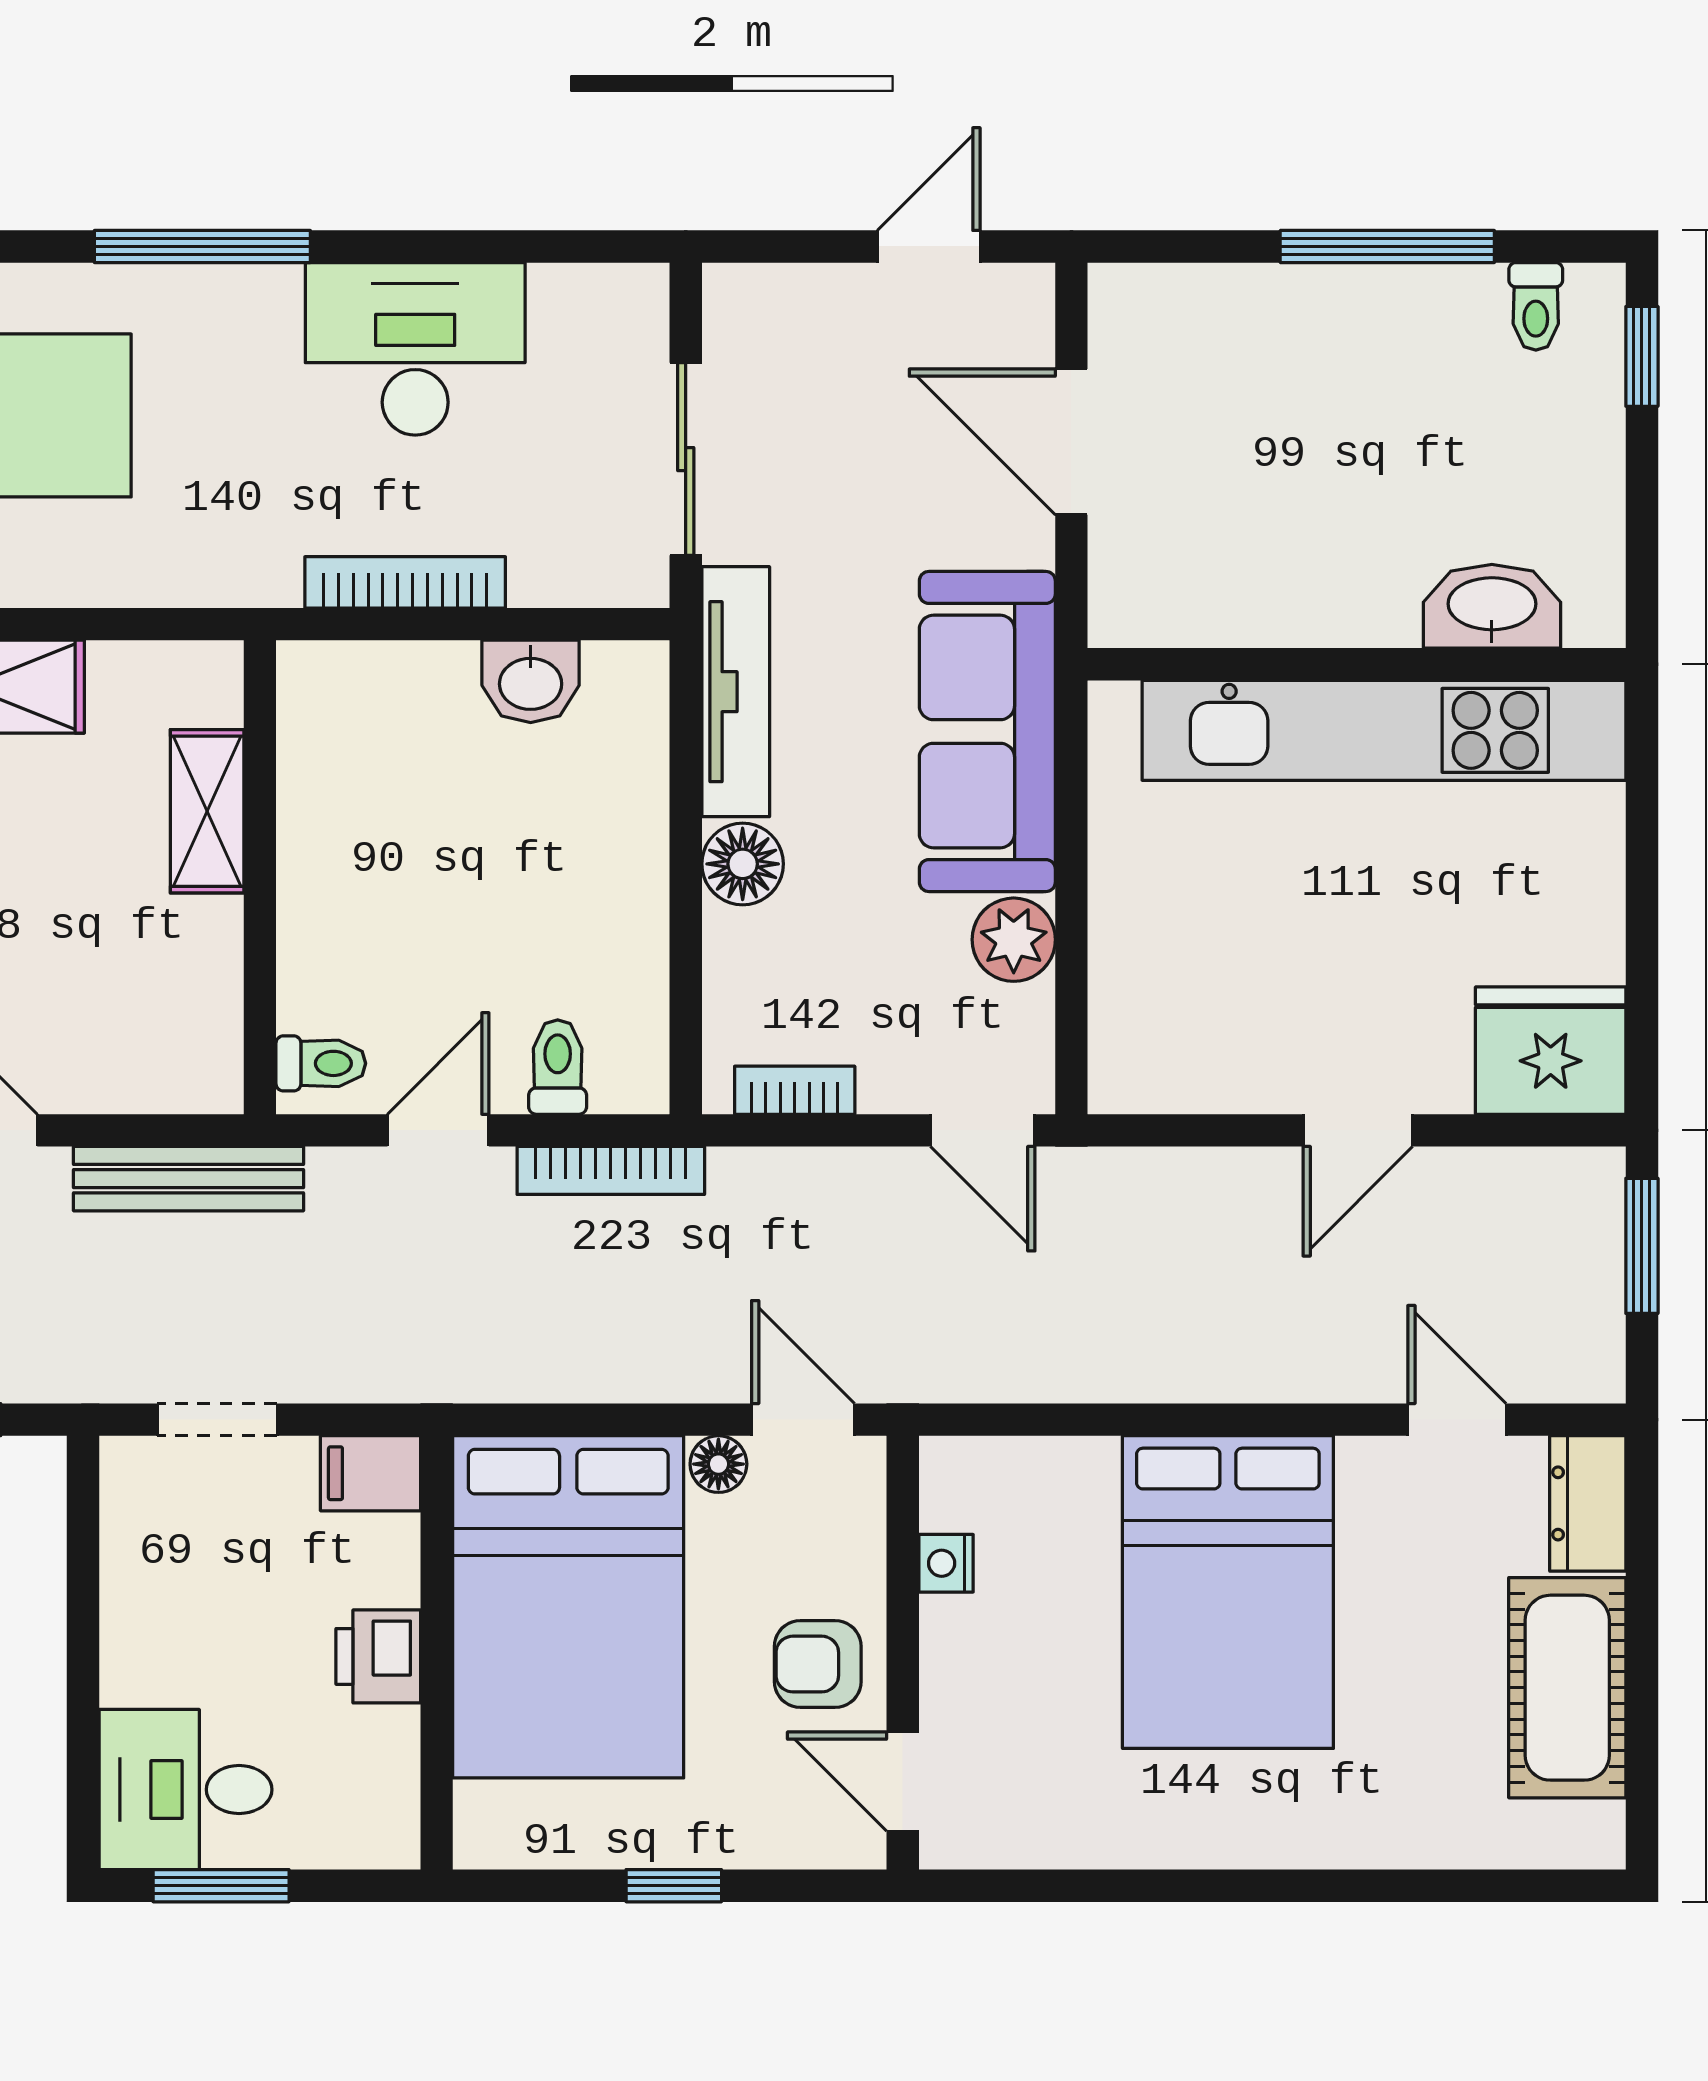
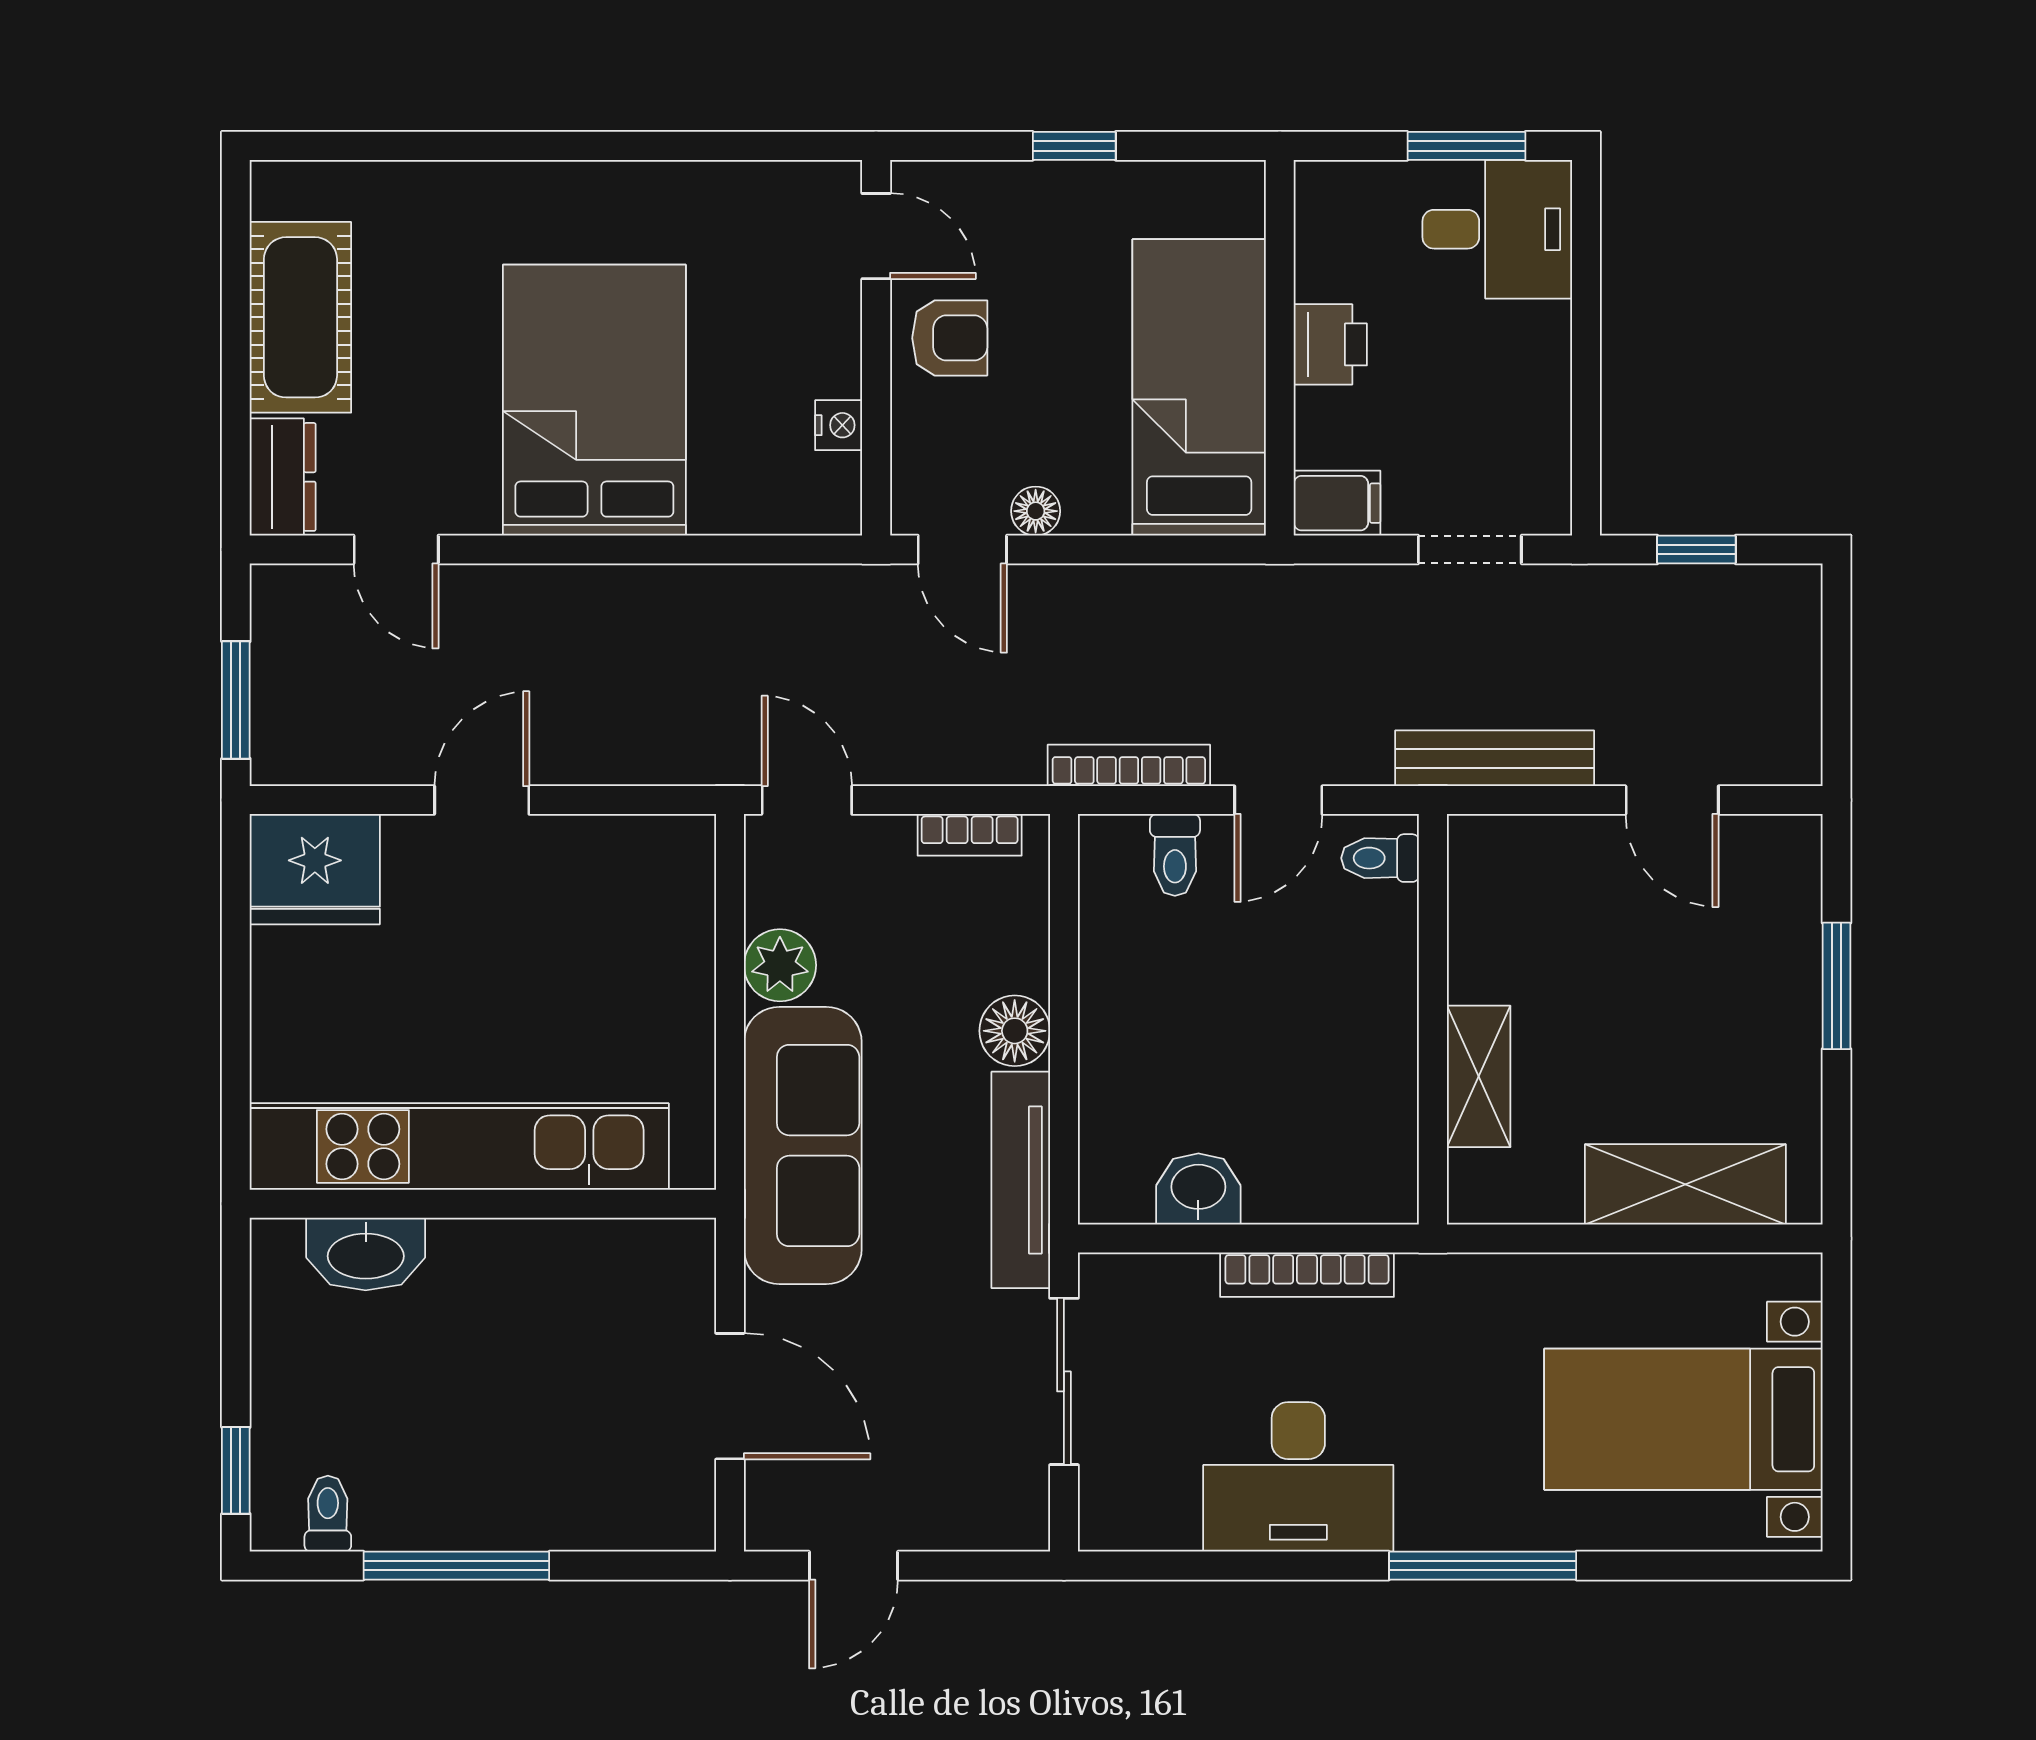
bed: (568, 1607) -> (1199, 387), width x0.67

